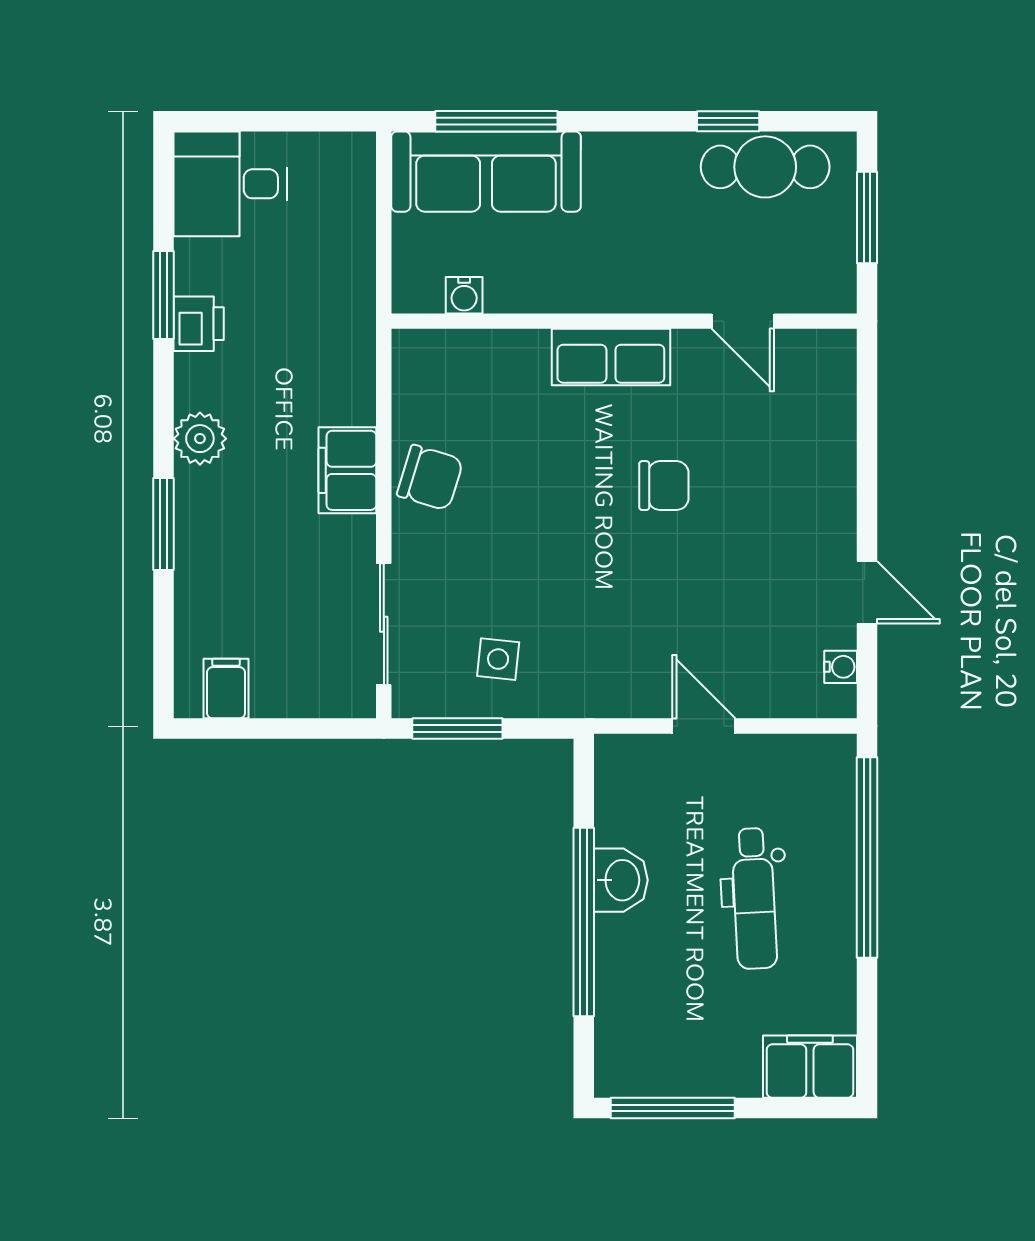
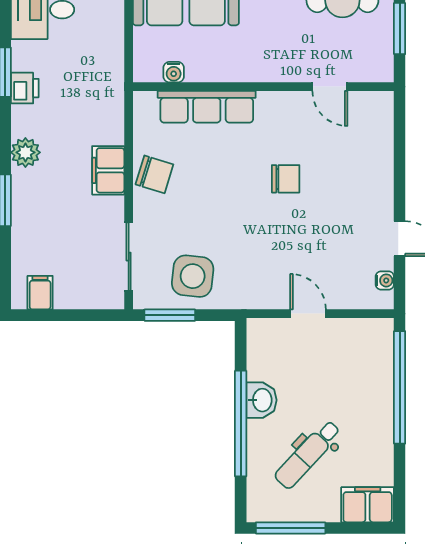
row of seats: (611, 357) -> (207, 107), moved, width x1.48
side table: (498, 659) -> (193, 276), width x1.87, depth x1.87
dental chair: (754, 898) -> (308, 454), moved, turned 46

